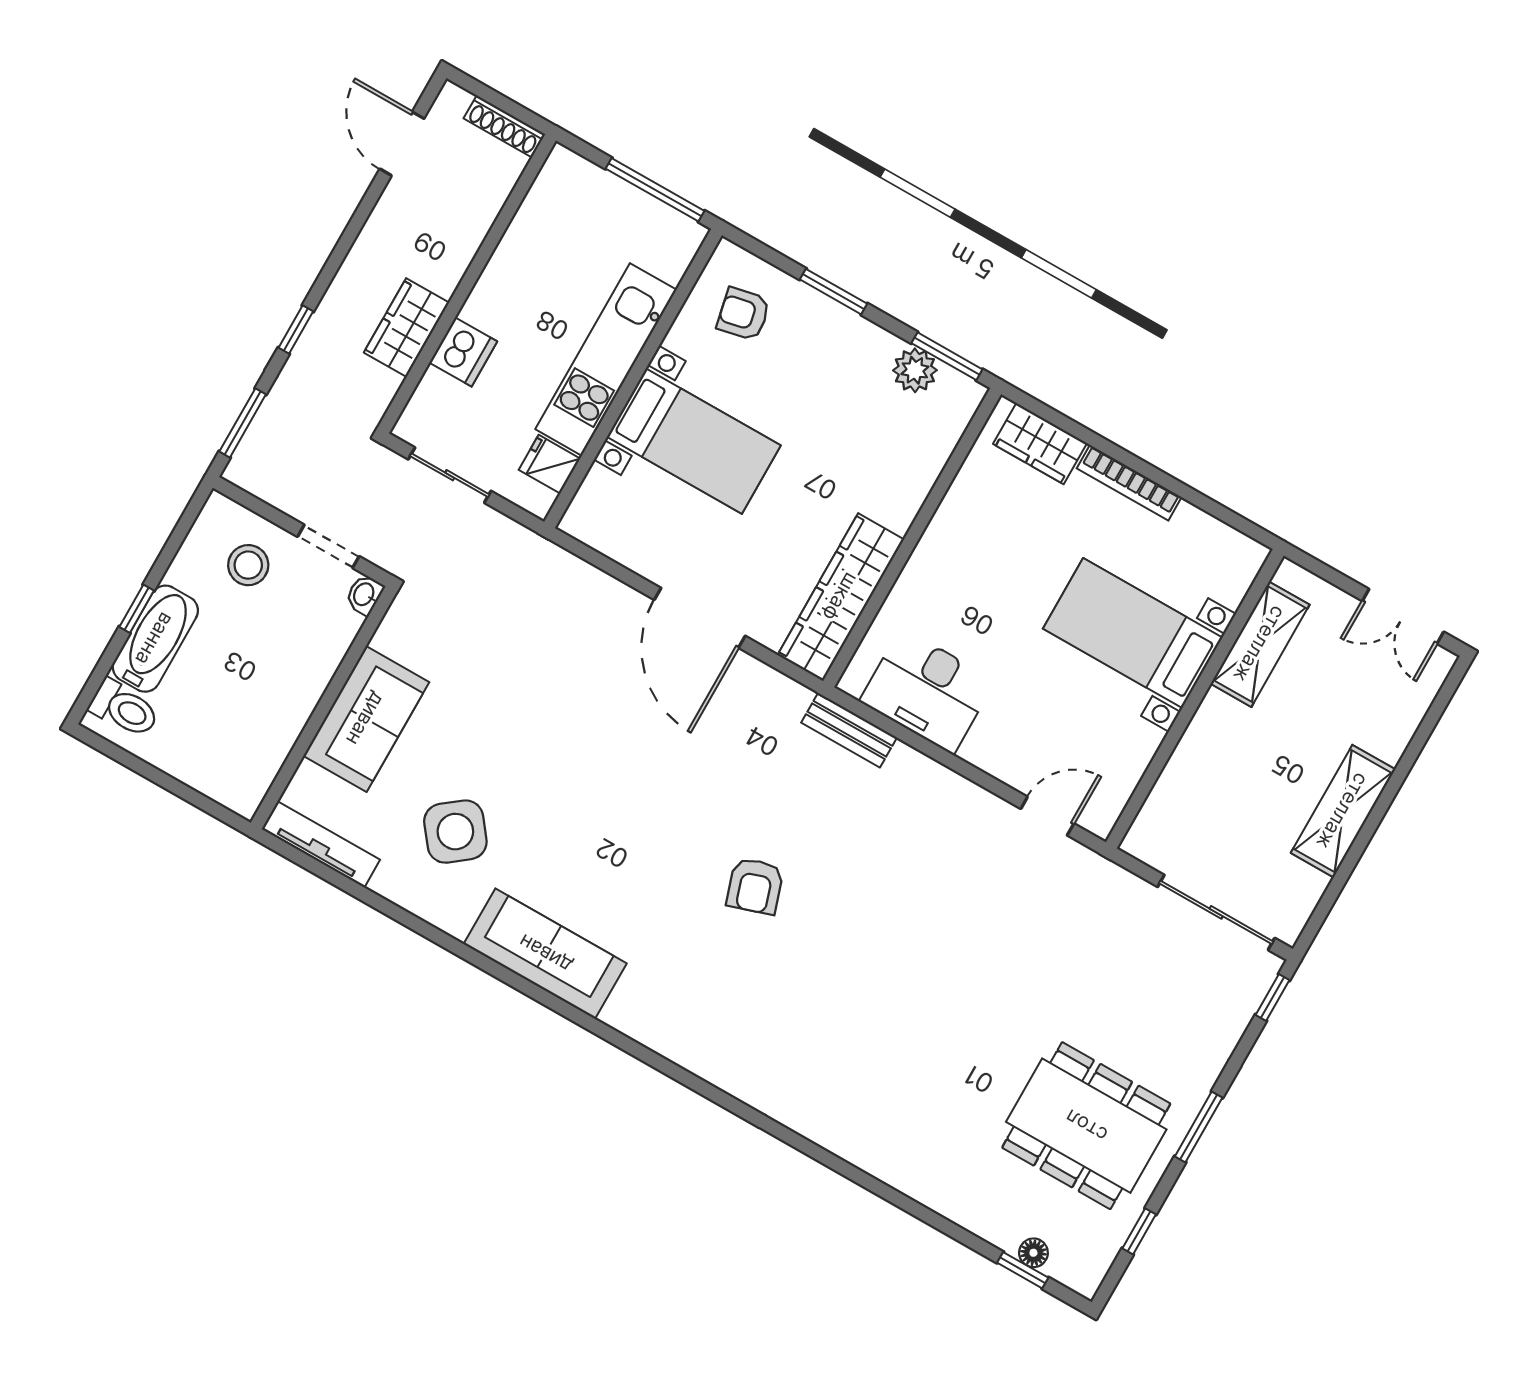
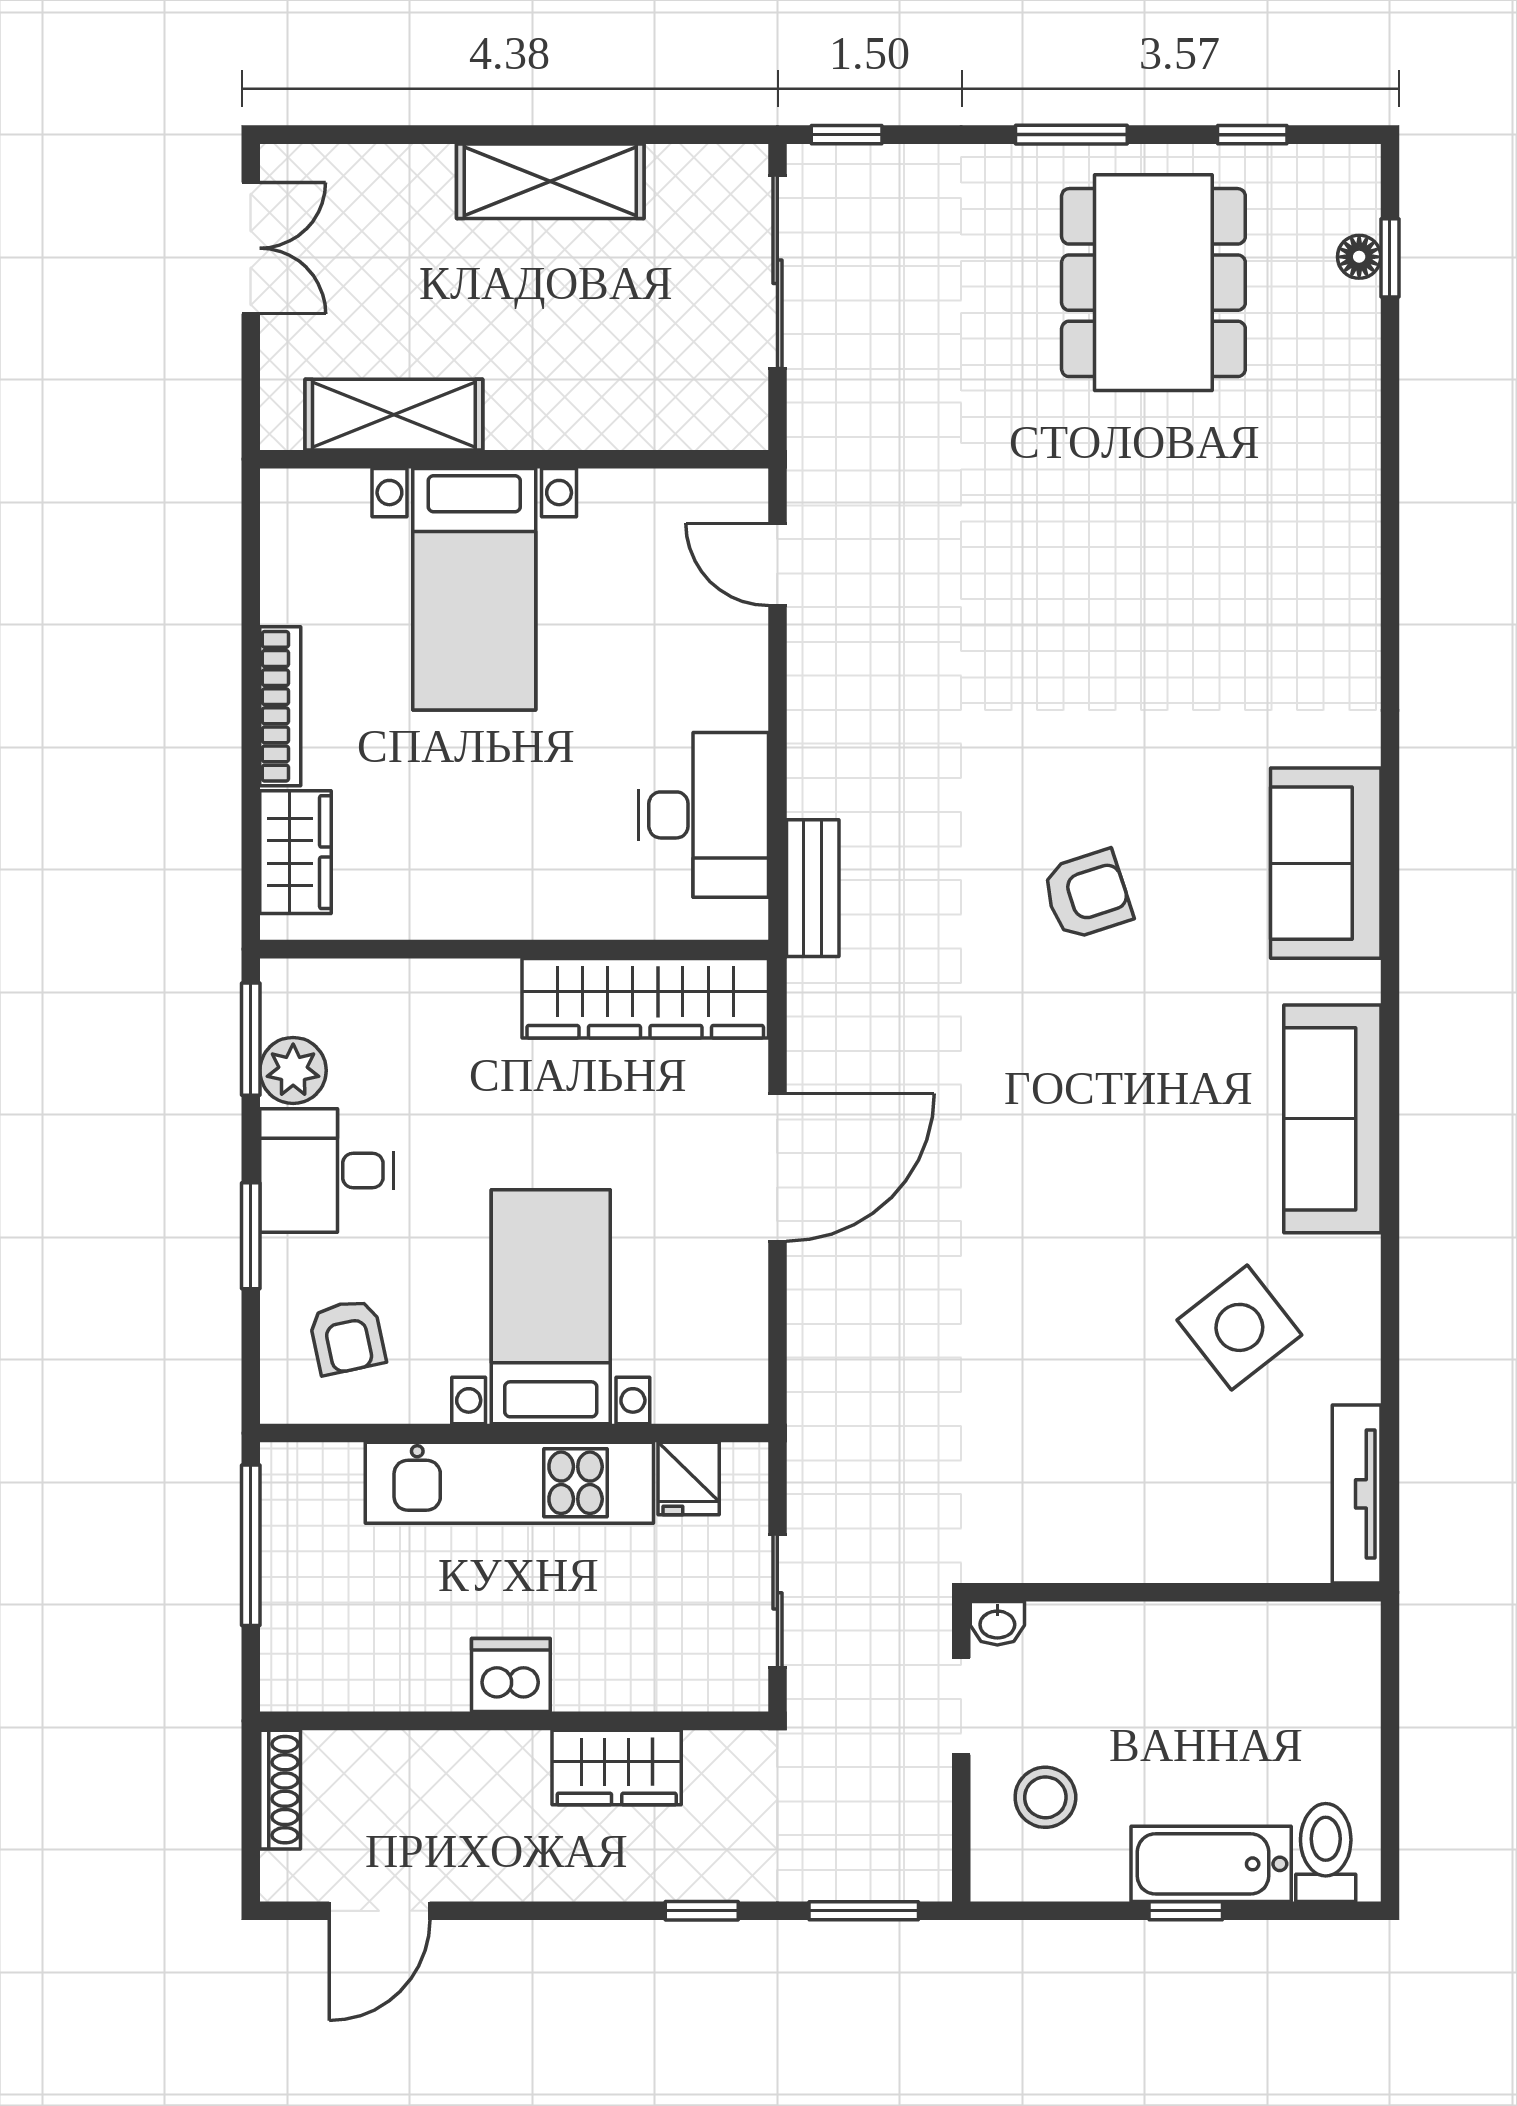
dishwasher: (463, 352) -> (511, 1675), moved
desk: (846, 357) -> (327, 1170), added
sofa: (366, 719) -> (1326, 863), moved, turned -90

